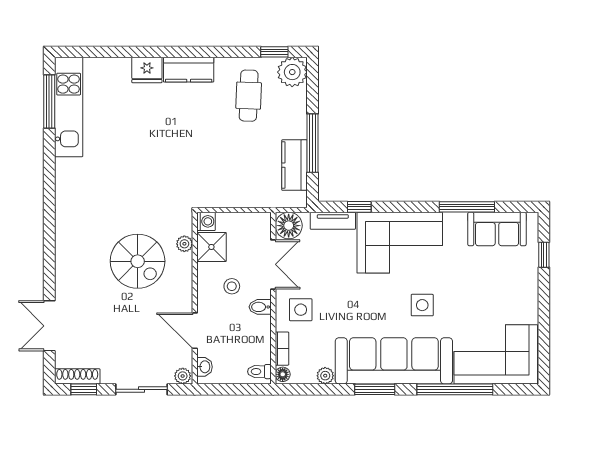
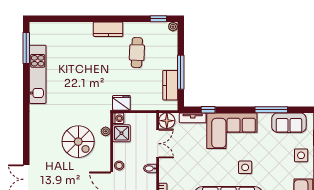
fridge: (147, 70) -> (121, 103), moved, turned 180
plant: (292, 72) -> (173, 27), width x0.53, depth x0.53
cafe table: (249, 96) -> (137, 53), moved
kitchen unit: (69, 107) -> (38, 74), moved
stool: (232, 286) -> (119, 166), moved
side table: (301, 310) -> (301, 155), moved

